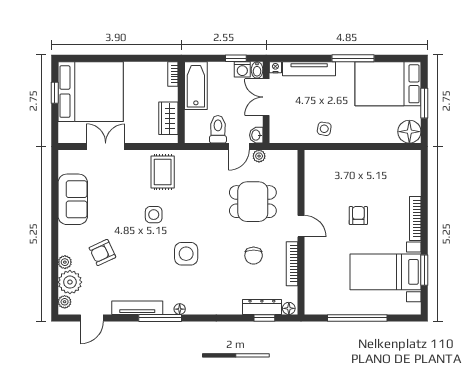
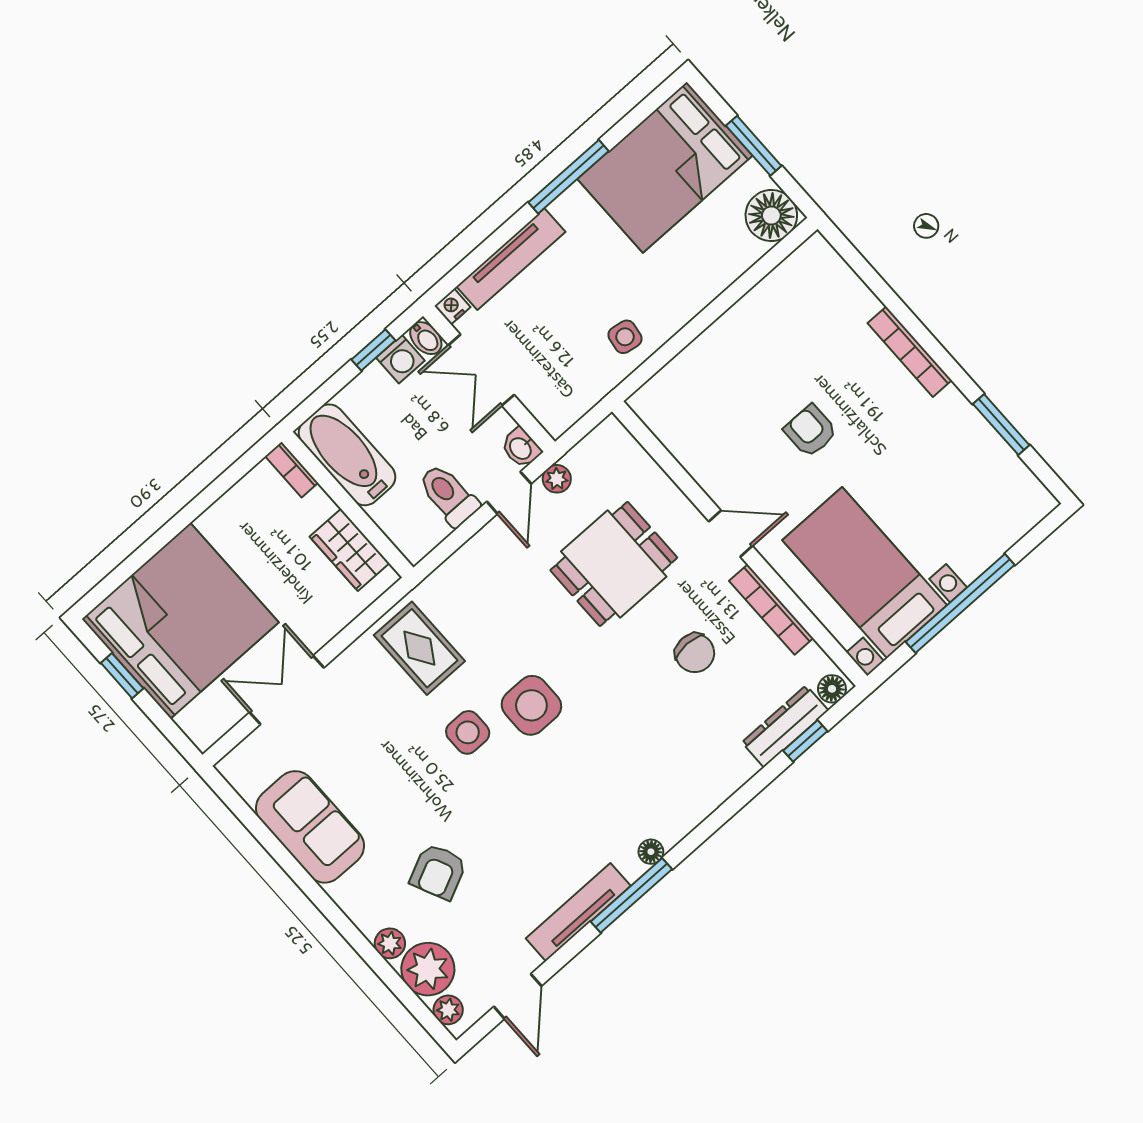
side table: (186, 254) -> (531, 705), moved
bed with nightstands: (385, 272) -> (865, 573), moved, turned 90

